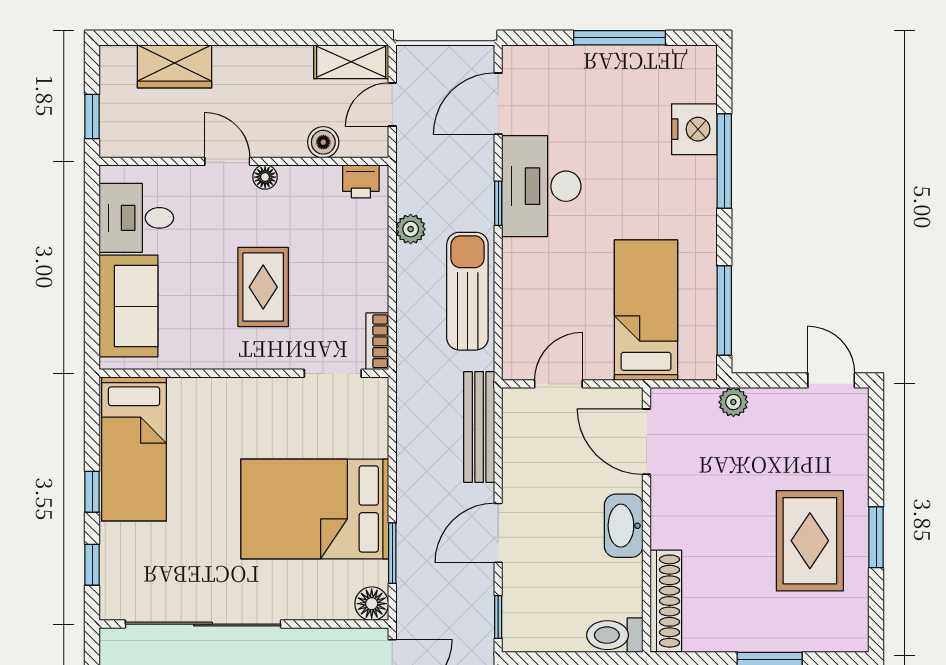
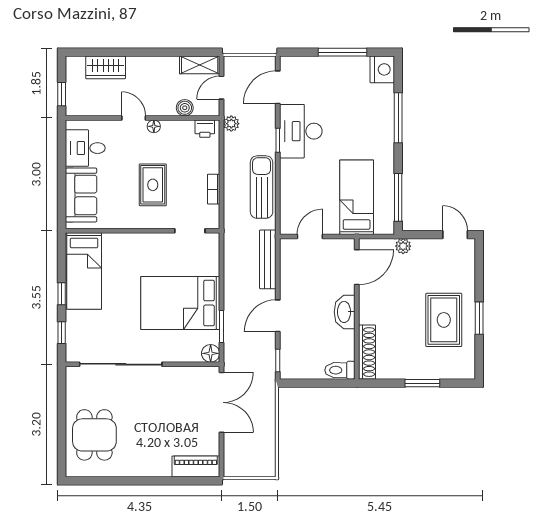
nightstand: (694, 129) -> (382, 69), moved
plant: (411, 229) -> (231, 124), moved
bookcase: (377, 341) -> (214, 189), moved
door: (647, 442) -> (357, 267), swing flipped

